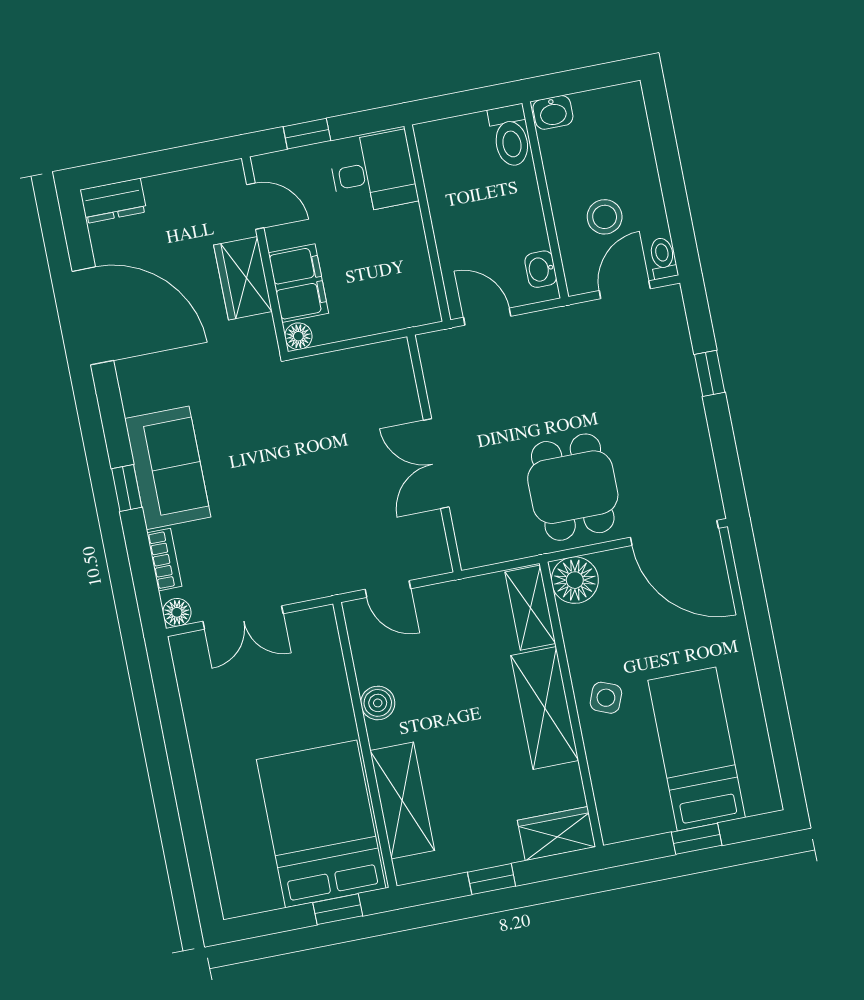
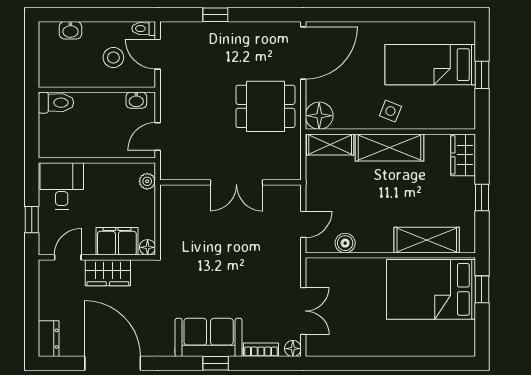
washbasin: (553, 112) -> (70, 30), moved, turned 90
plant: (409, 314) -> (147, 181), added
door: (93, 316) -> (113, 363), hinge flipped
boiler: (378, 703) -> (345, 243), moved

